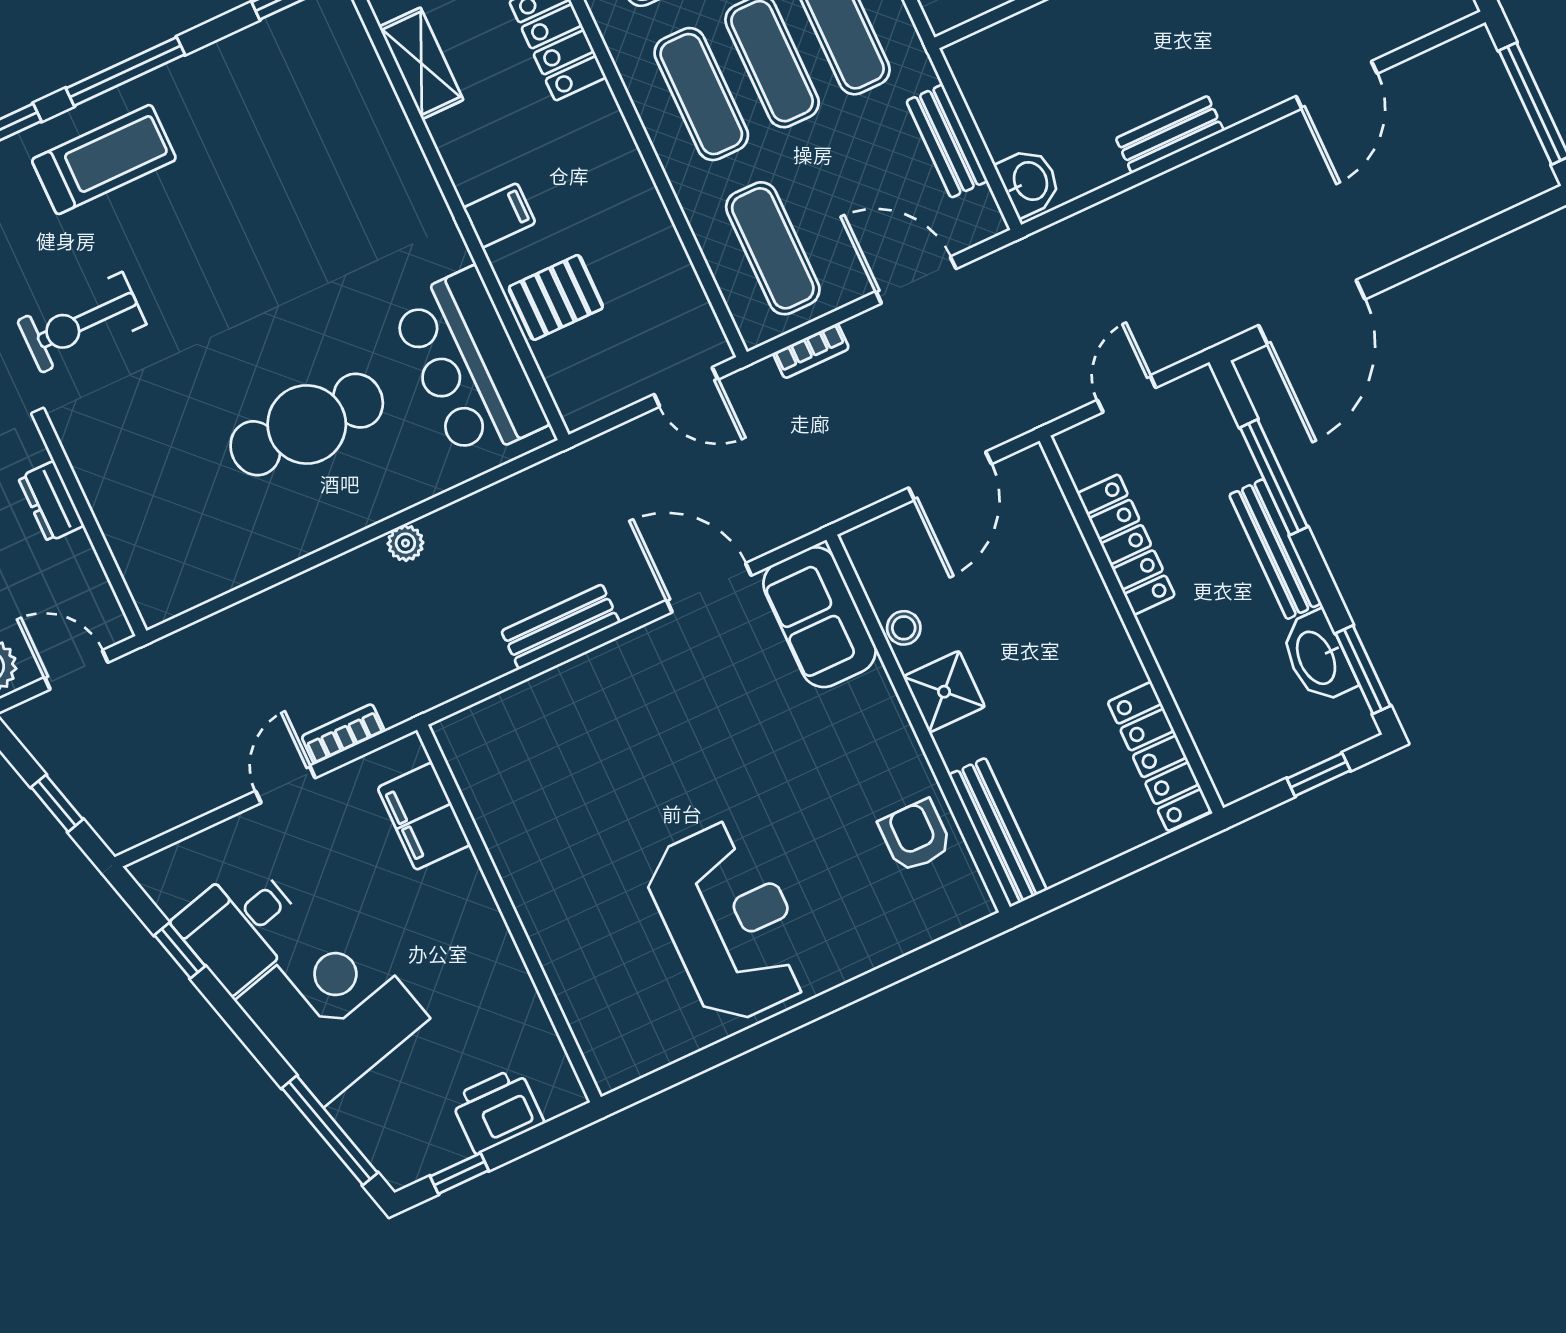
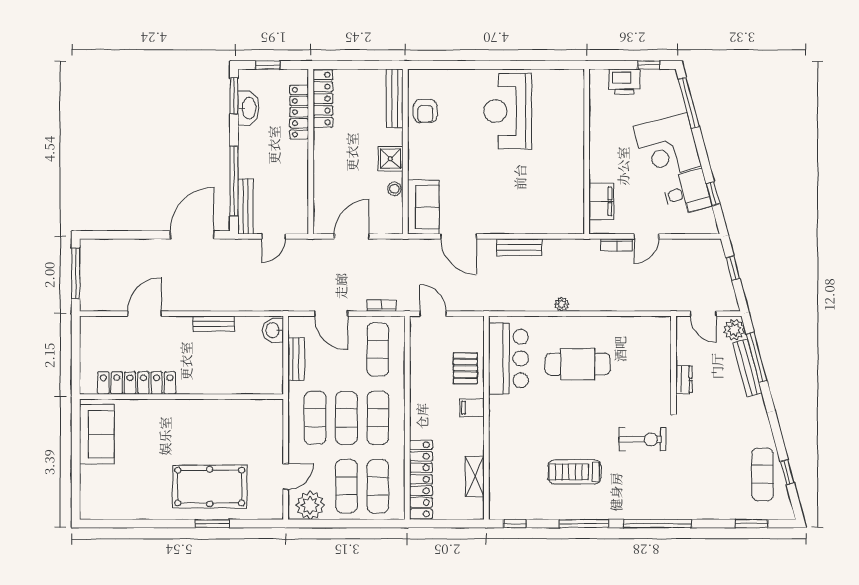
treadmill: (104, 160) -> (575, 472), moved
pallet: (556, 297) -> (465, 368), turned 90
window: (1274, 477) -> (234, 181), width x1.46
locker: (1126, 545) -> (299, 112), moved
bench: (1275, 549) -> (246, 206), moved

